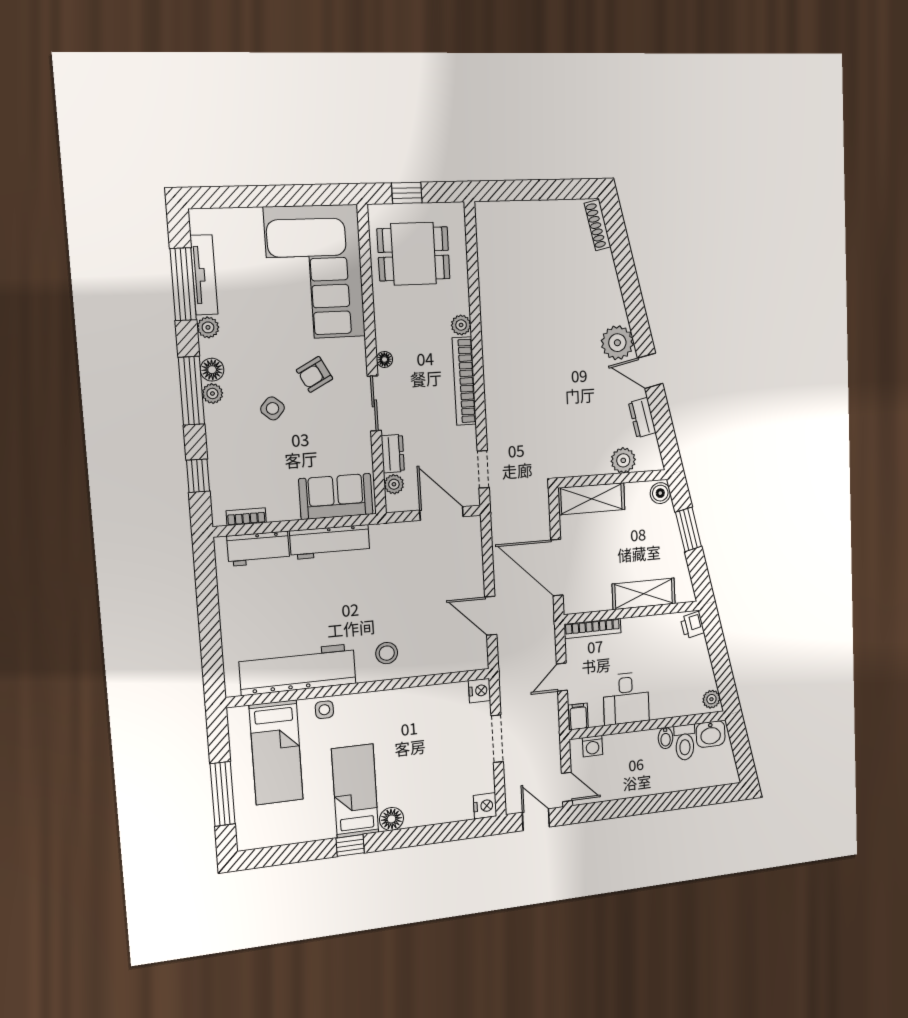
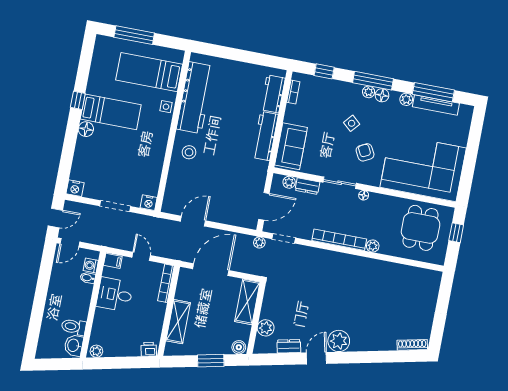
plant: (499, 505) -> (259, 242), added
bidet: (666, 738) -> (88, 278), moved

